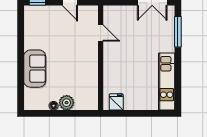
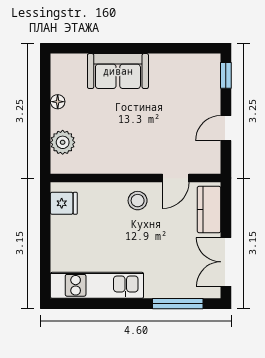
kitchen counter: (120, 12) -> (209, 209), added
stool: (114, 56) -> (138, 201), added
plant: (67, 103) -> (63, 142), moved

